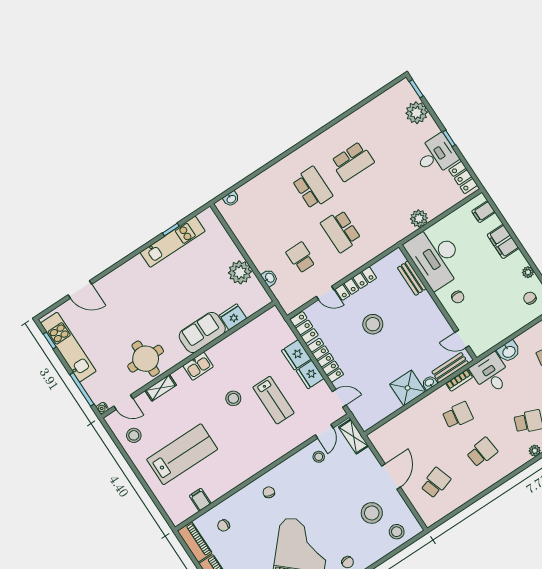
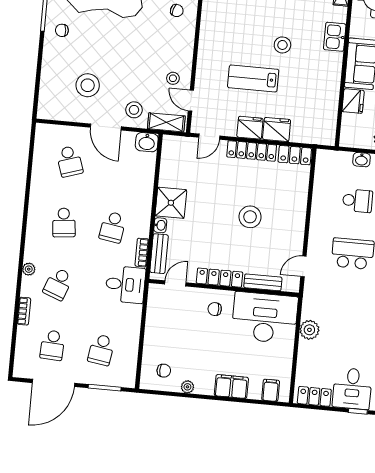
locker: (356, 284) -> (219, 278), moved, turned 90
door: (325, 293) -> (303, 266), moved
washbasin: (509, 351) -> (147, 142), moved, turned -90
stool: (397, 532) -> (134, 110), moved

